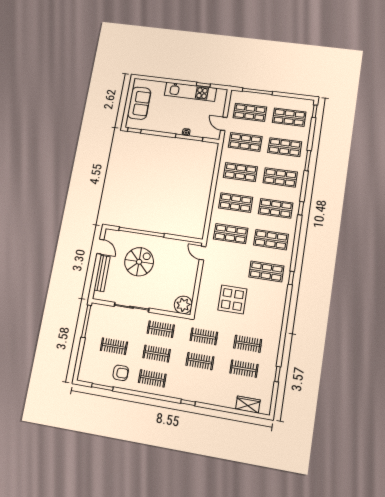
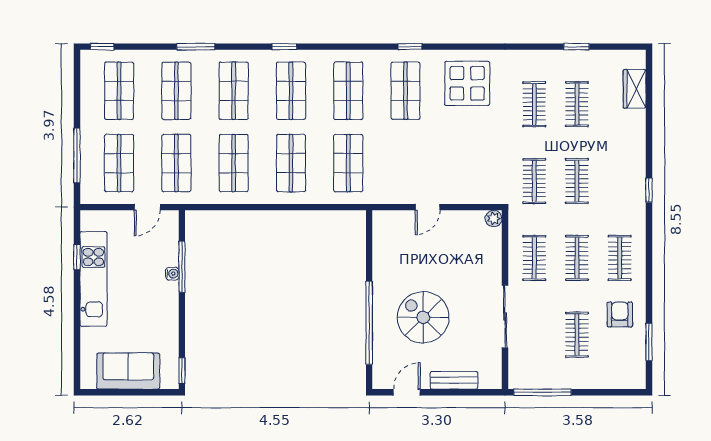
door: (203, 253) -> (428, 207), moved
bench: (102, 273) -> (454, 380), width x0.73
display table: (232, 299) -> (467, 83), moved
plant: (183, 305) -> (494, 219), width x0.53, depth x0.53

